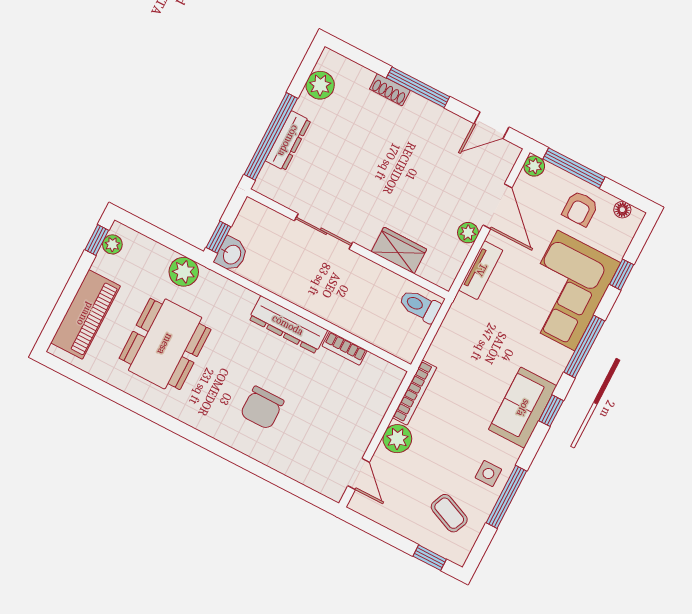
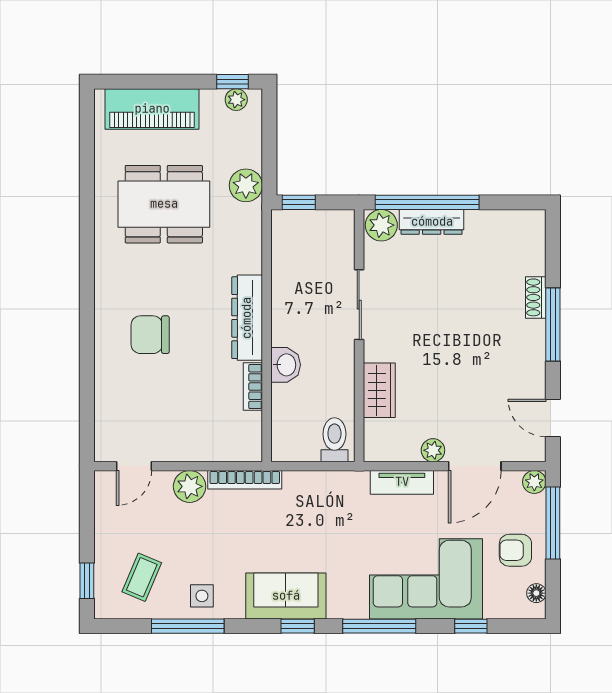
plant: (320, 85) -> (381, 225), moved
washbasin: (231, 254) -> (286, 365), moved, turned -90

